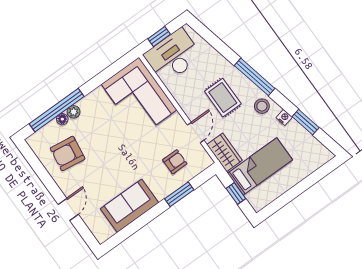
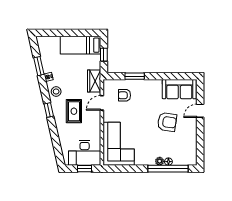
window: (255, 77) -> (49, 110), width x0.46
armchair: (68, 153) -> (167, 122), moved
bed: (260, 166) -> (80, 45), moved
sofa: (129, 206) -> (179, 89), moved

